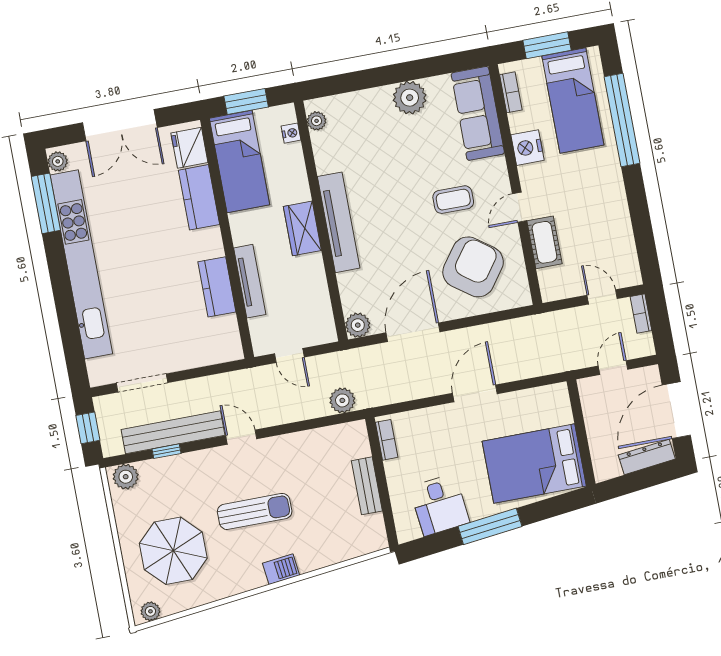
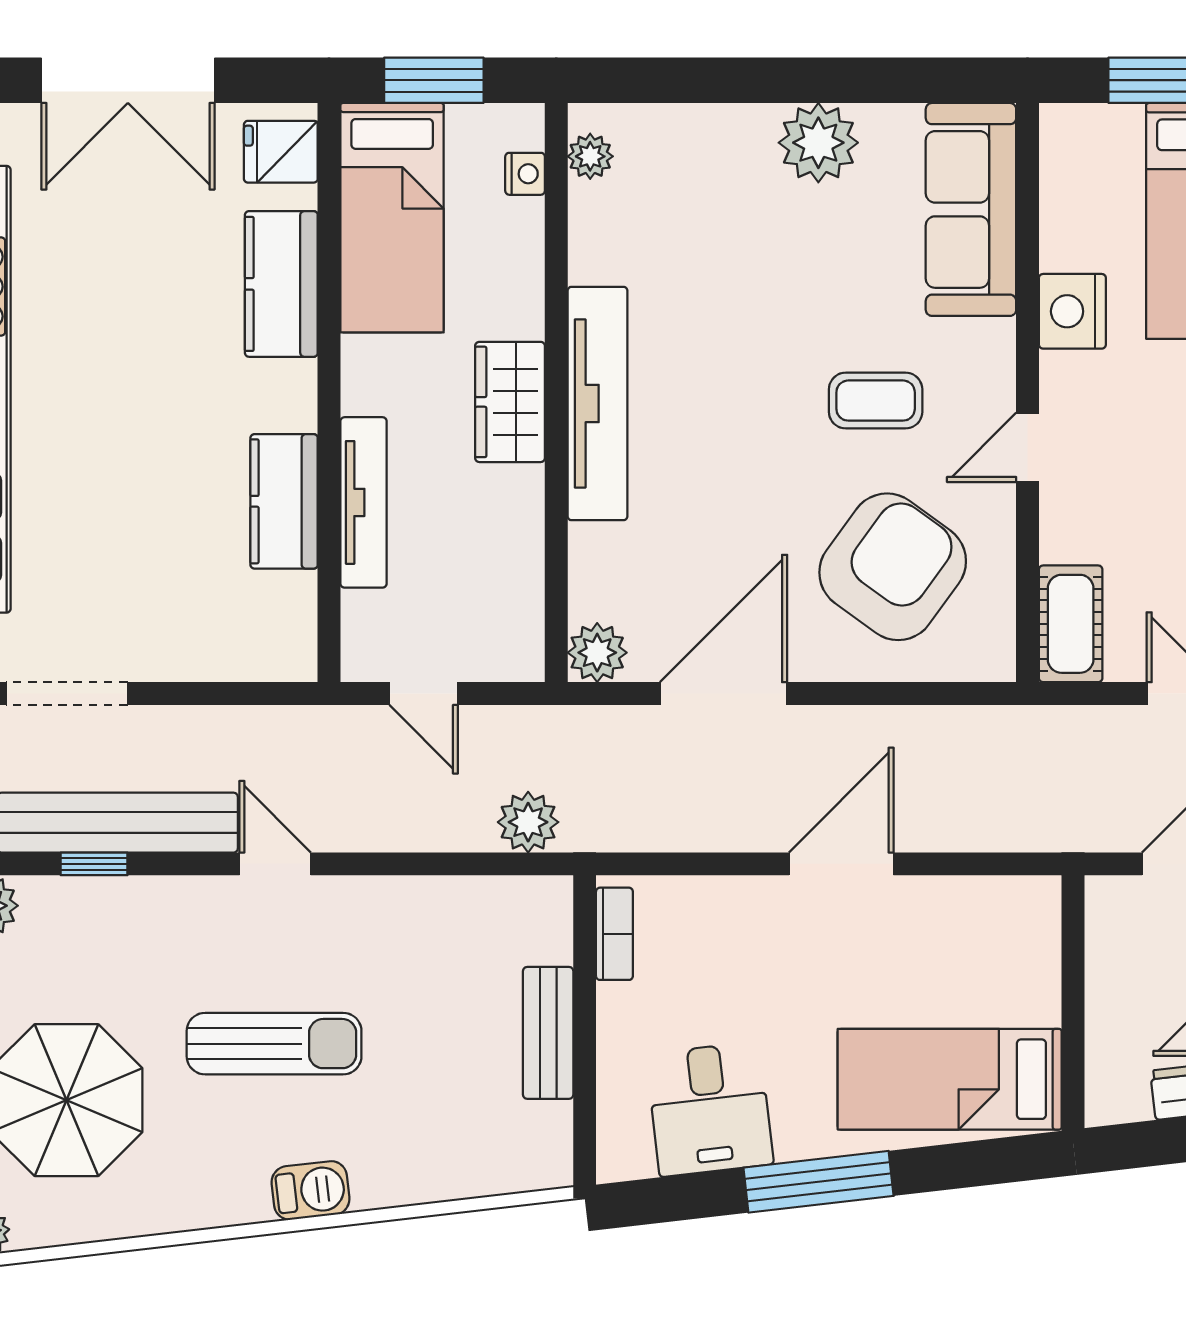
bookcase: (511, 92) -> (1058, 175), removed
fridge: (189, 148) -> (281, 152), width x0.72
cot: (544, 242) -> (1071, 624), moved
bed: (534, 464) -> (950, 1079), width x0.67

